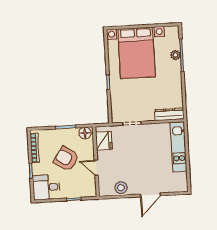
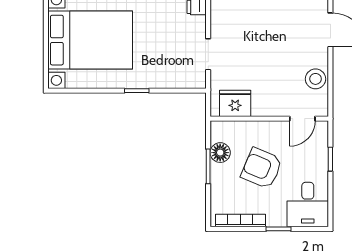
floor lamp: (85, 133) -> (220, 153), moved
armchair: (66, 159) -> (262, 168), turned 80
door: (96, 168) -> (302, 119), moved

